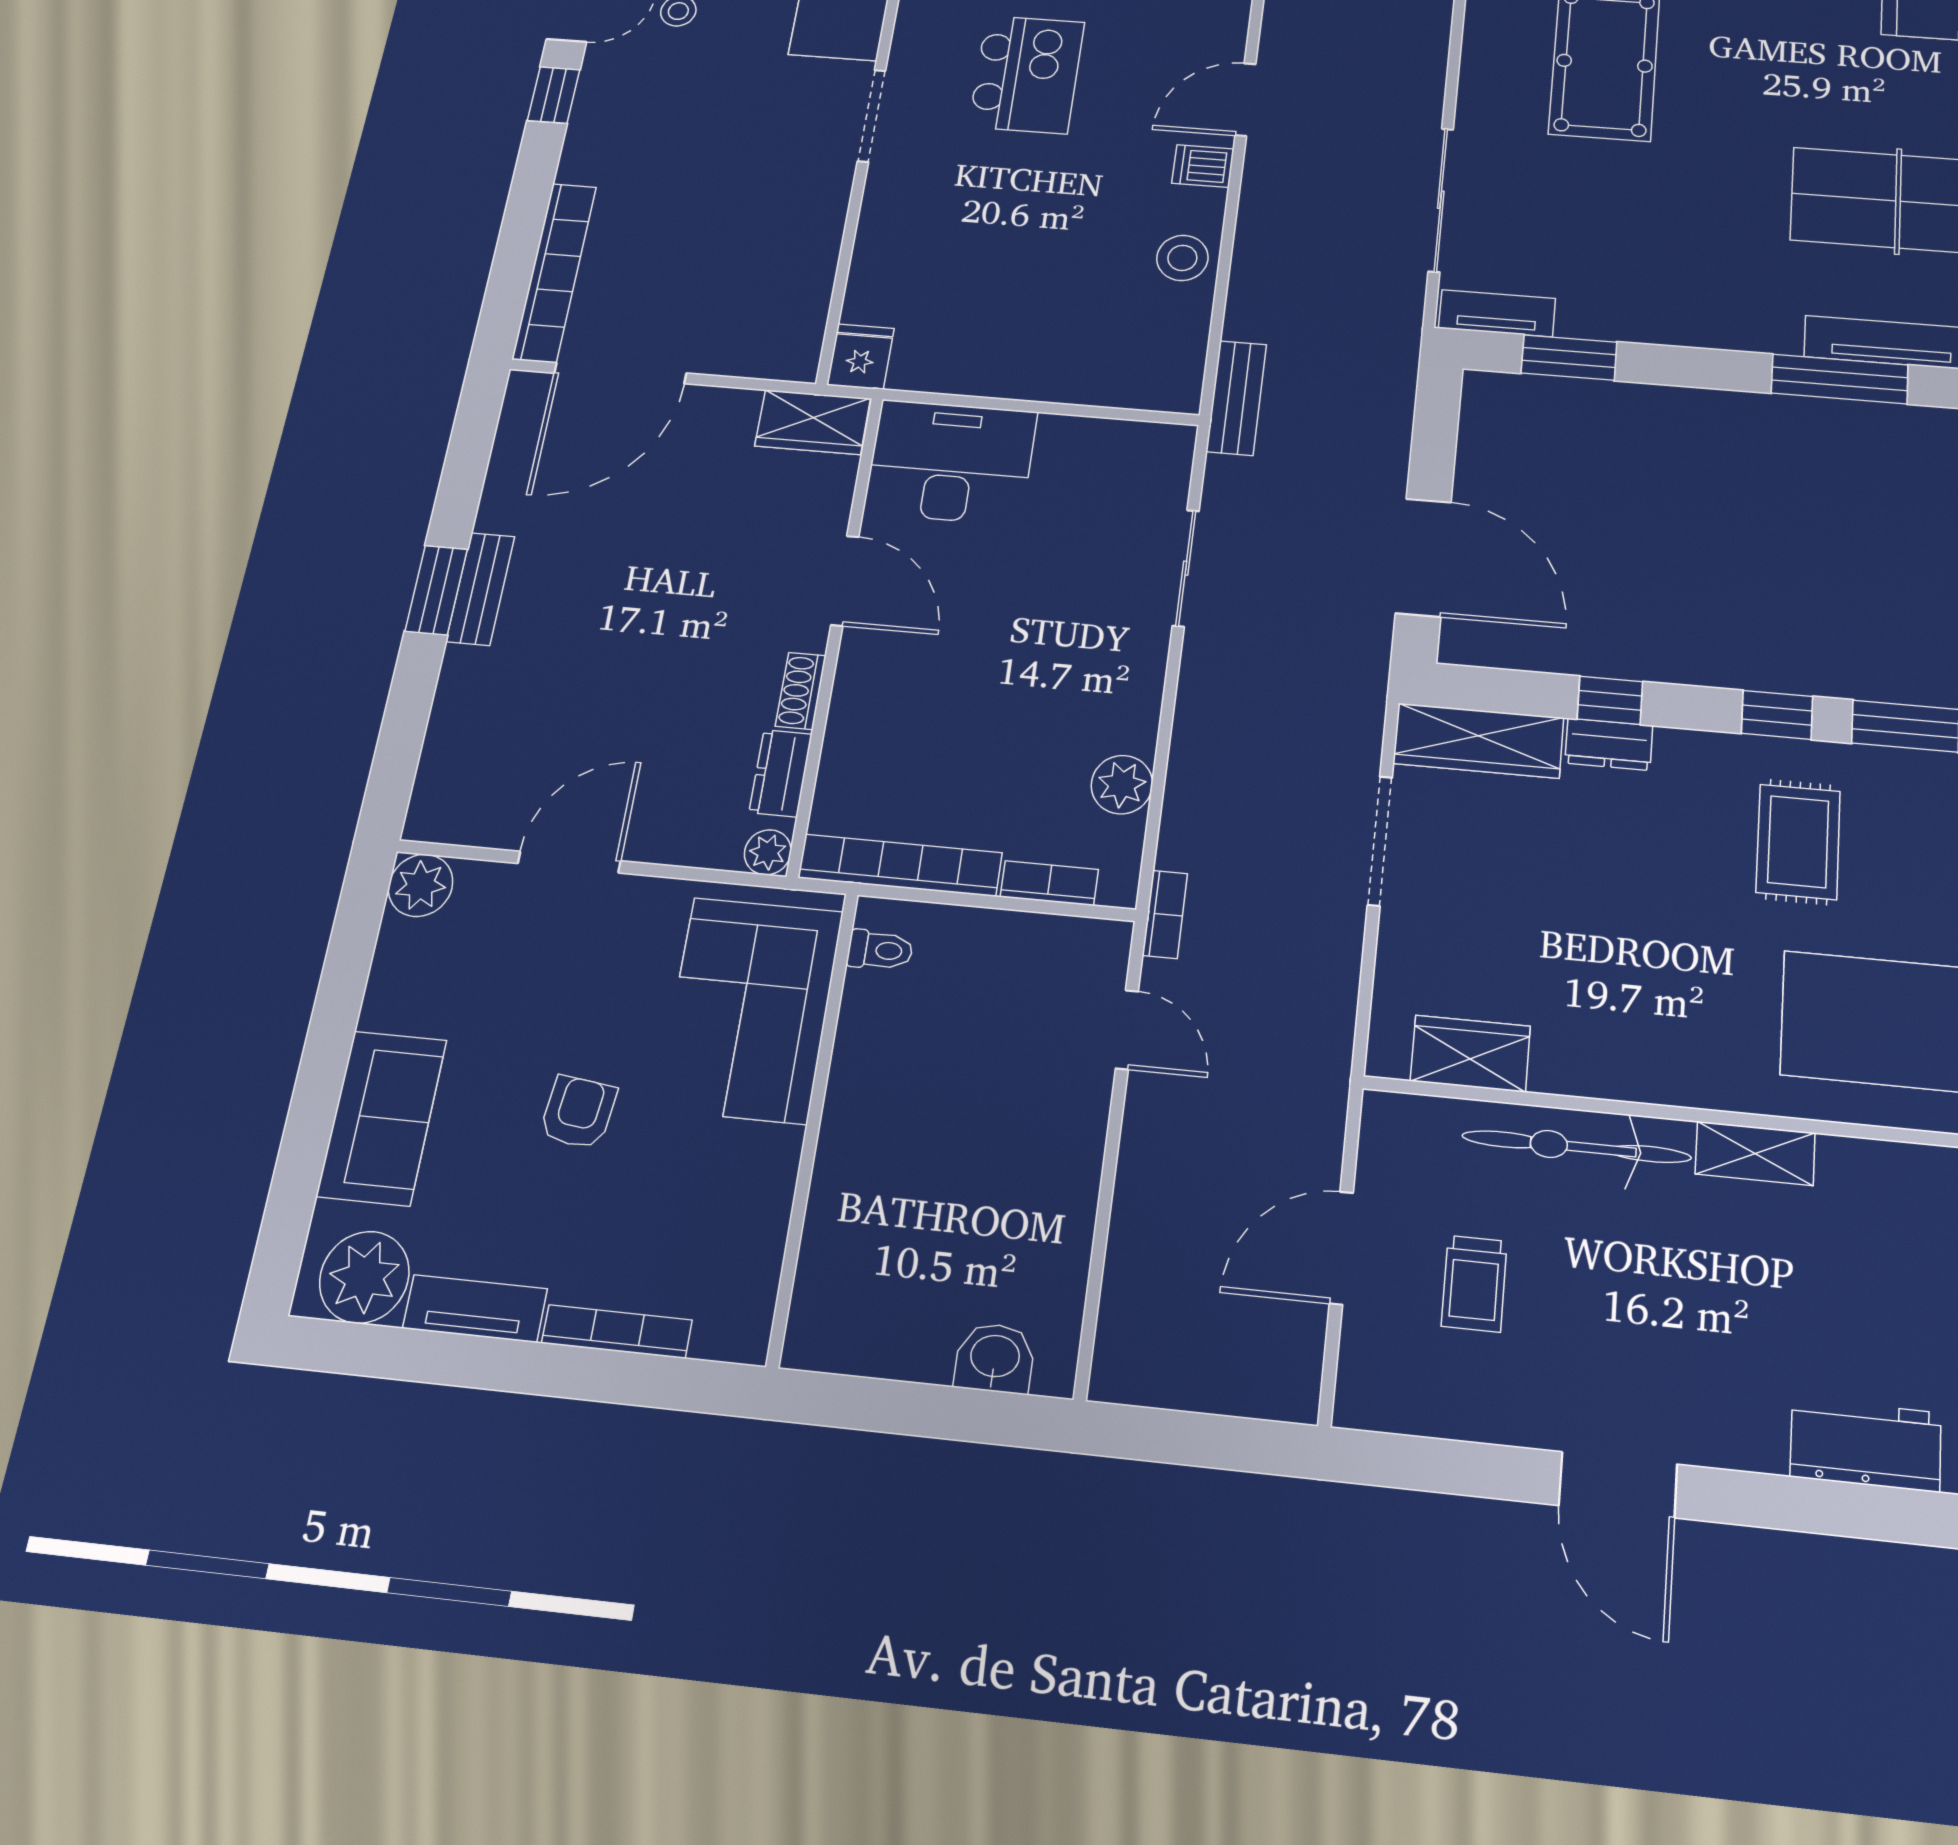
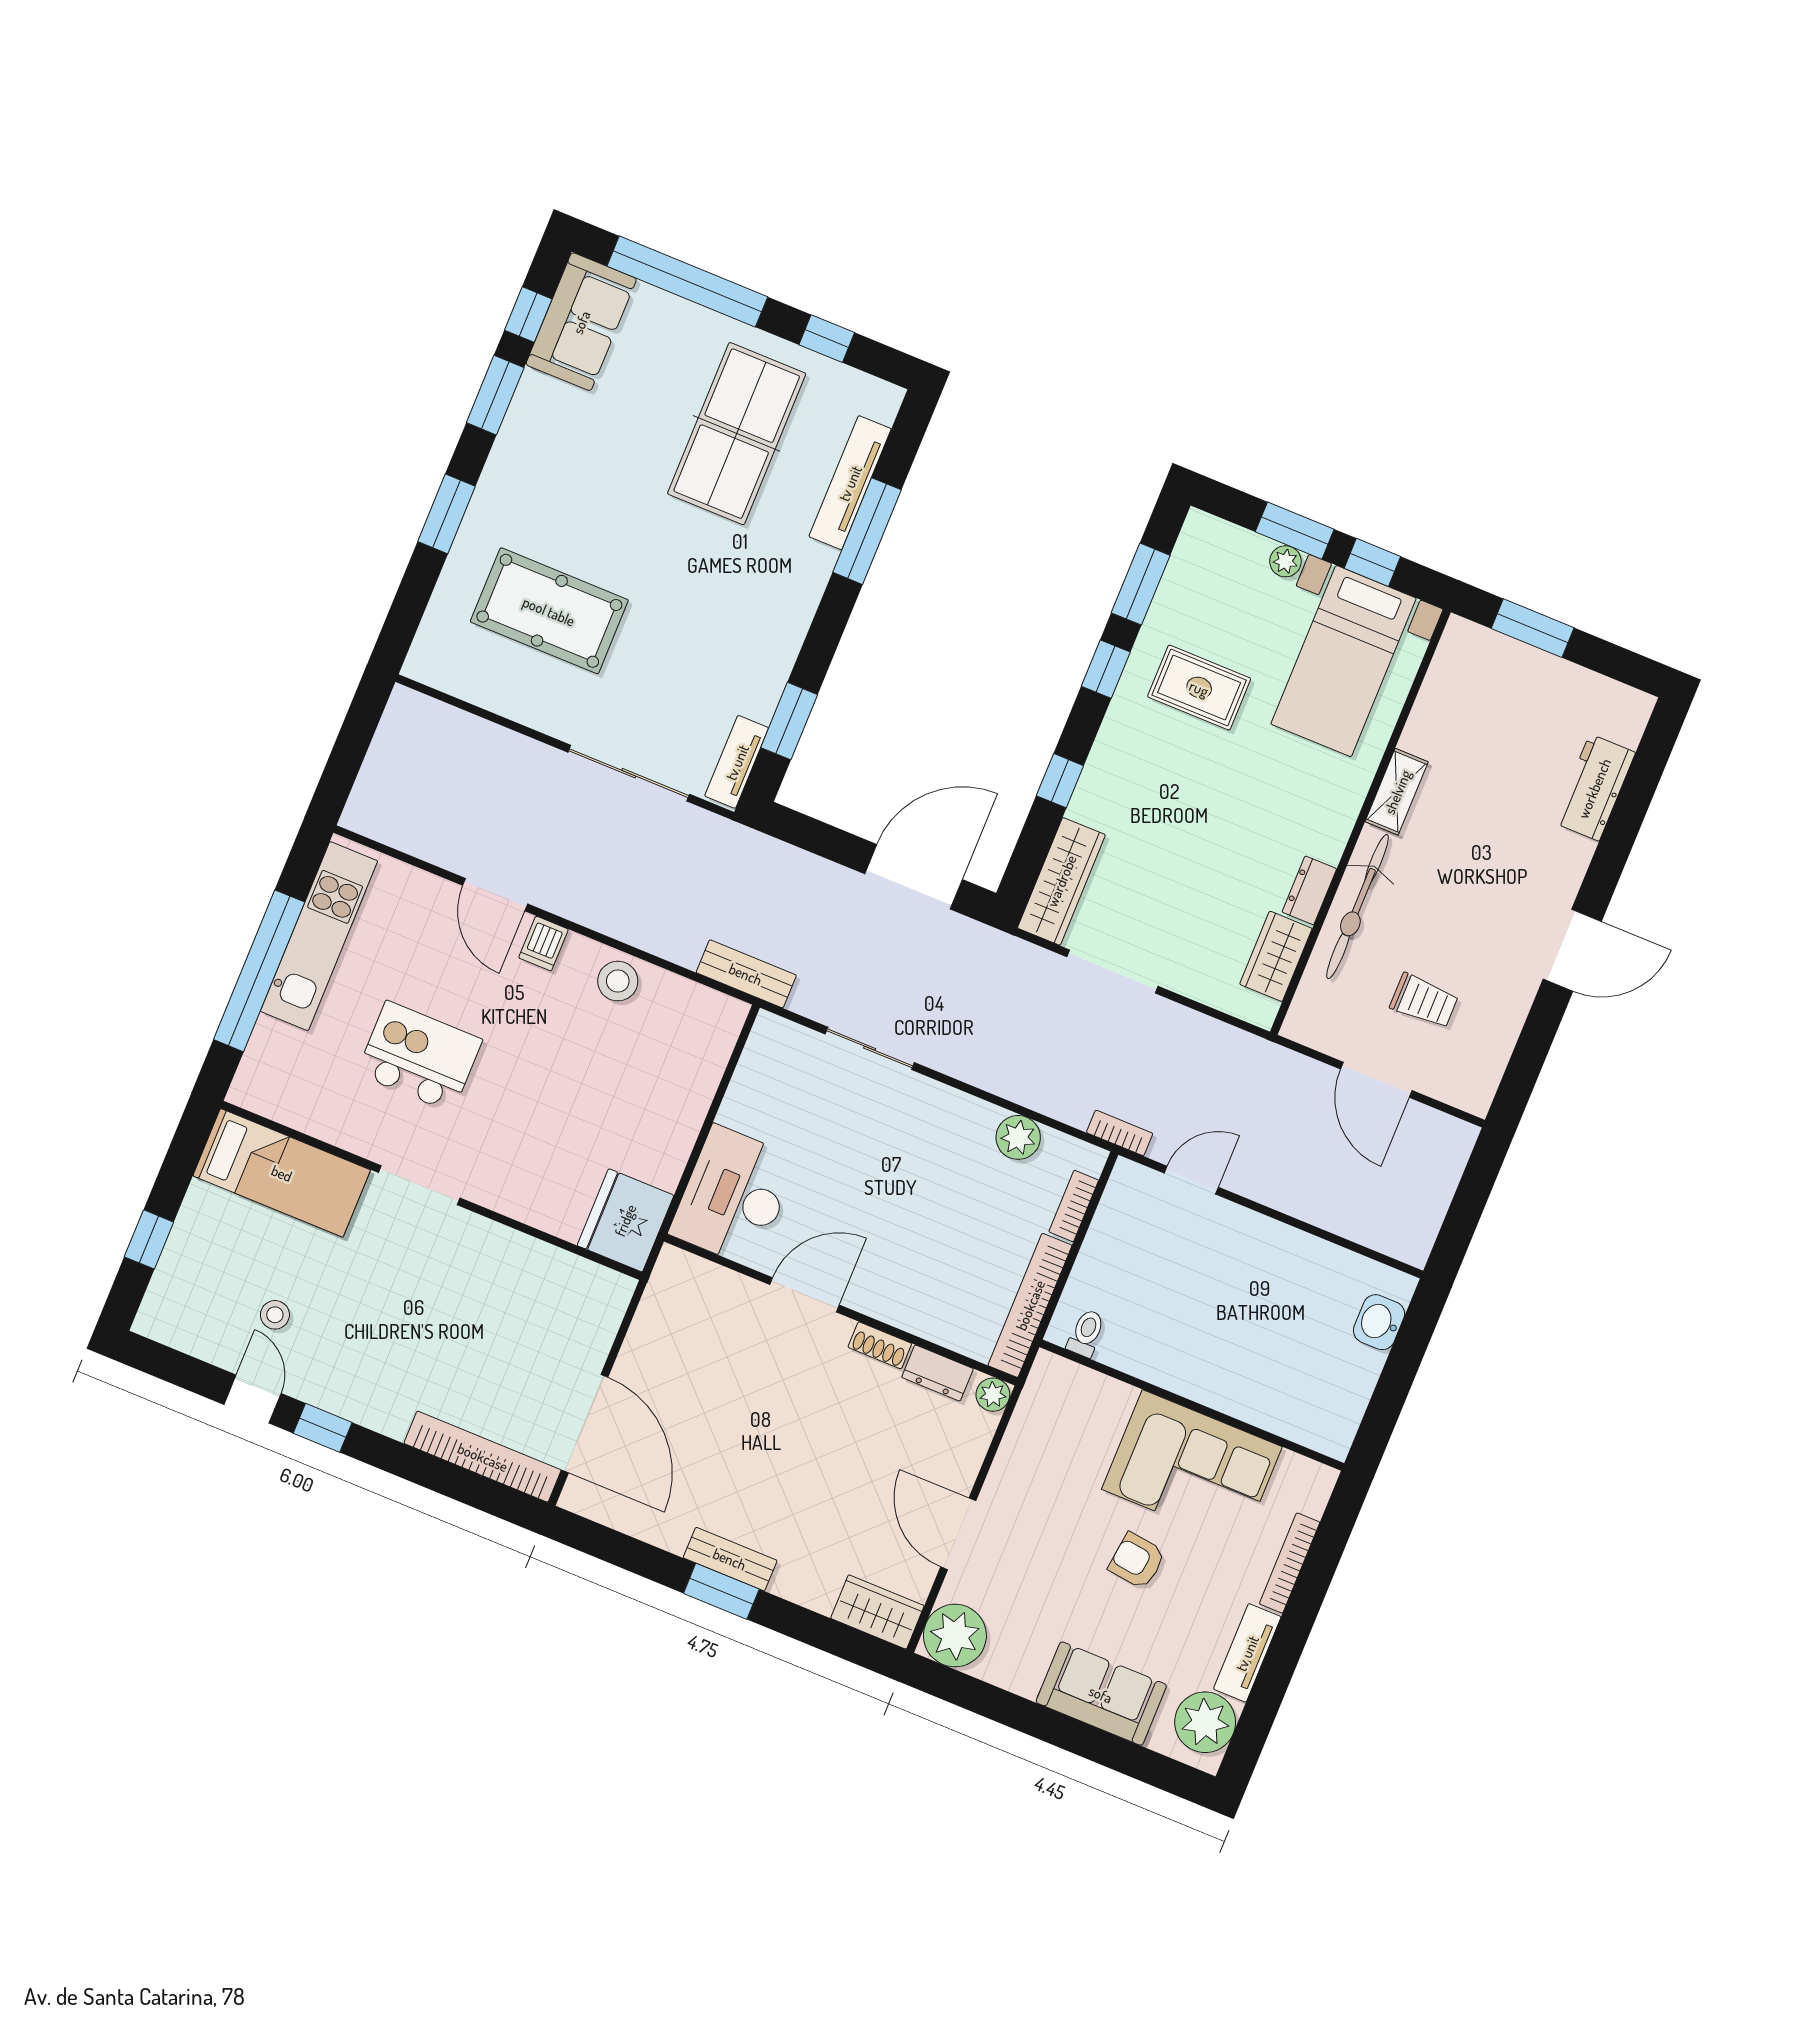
fridge: (860, 357) -> (625, 1220), width x1.88, depth x1.34
wardrobe: (813, 422) -> (877, 1612), moved, turned -90
dresser: (1609, 744) -> (1309, 890), moved, turned 180
plant: (421, 885) -> (955, 1636), width x1.36, depth x1.36
corner sofa: (750, 1010) -> (1192, 1468), moved

